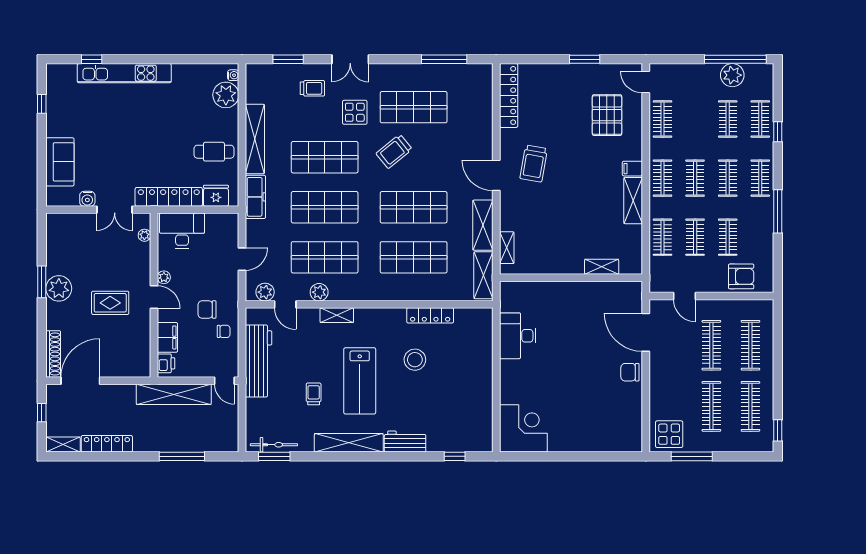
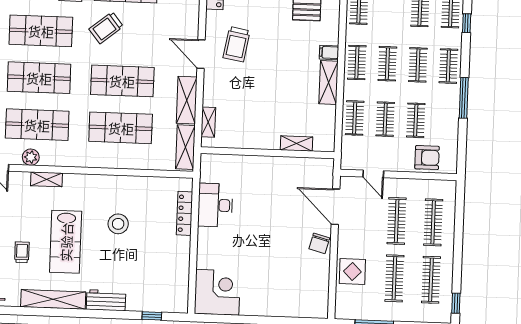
locker: (430, 315) -> (185, 213), moved, turned 90
chair: (630, 372) -> (319, 243), turned -75
display table: (669, 434) -> (352, 271), moved

